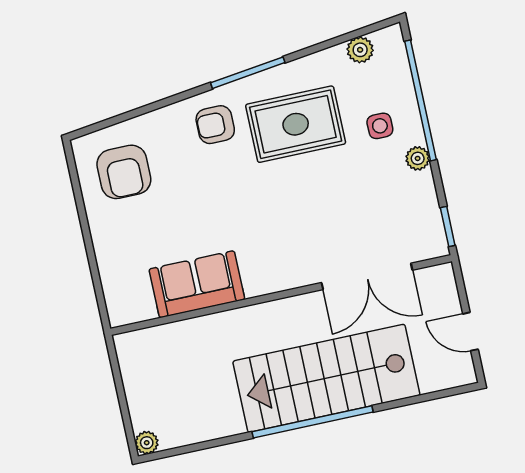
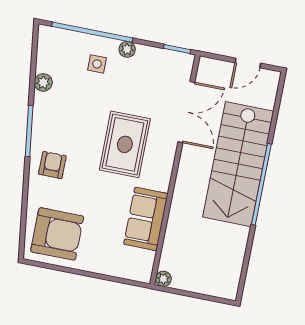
plant: (360, 50) -> (43, 82), moved
rug: (296, 124) -> (125, 144), moved
armchair: (215, 125) -> (52, 165), turned 180
armchair: (124, 172) -> (57, 234), width x1.36, depth x1.36
plant: (147, 443) -> (163, 279), moved

